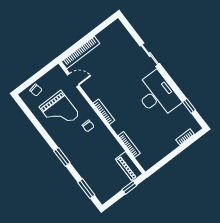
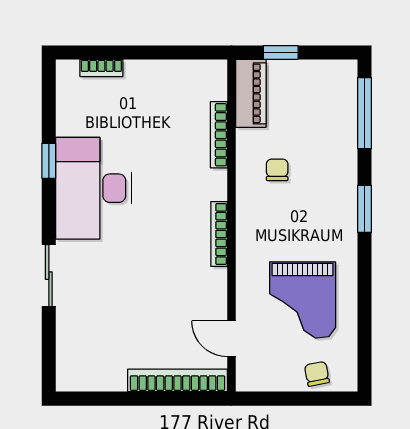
window: (189, 106) -> (49, 161), moved
grand piano: (59, 111) -> (303, 300), turned 180
chair: (88, 126) -> (277, 170), moved
window: (86, 189) -> (364, 113), width x1.44

